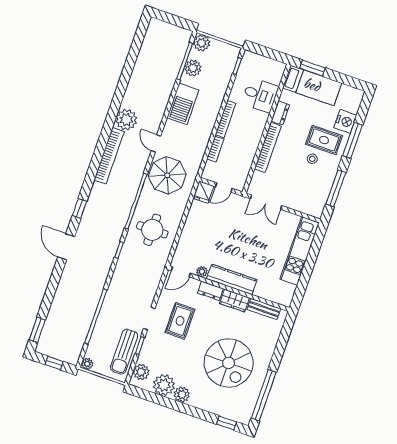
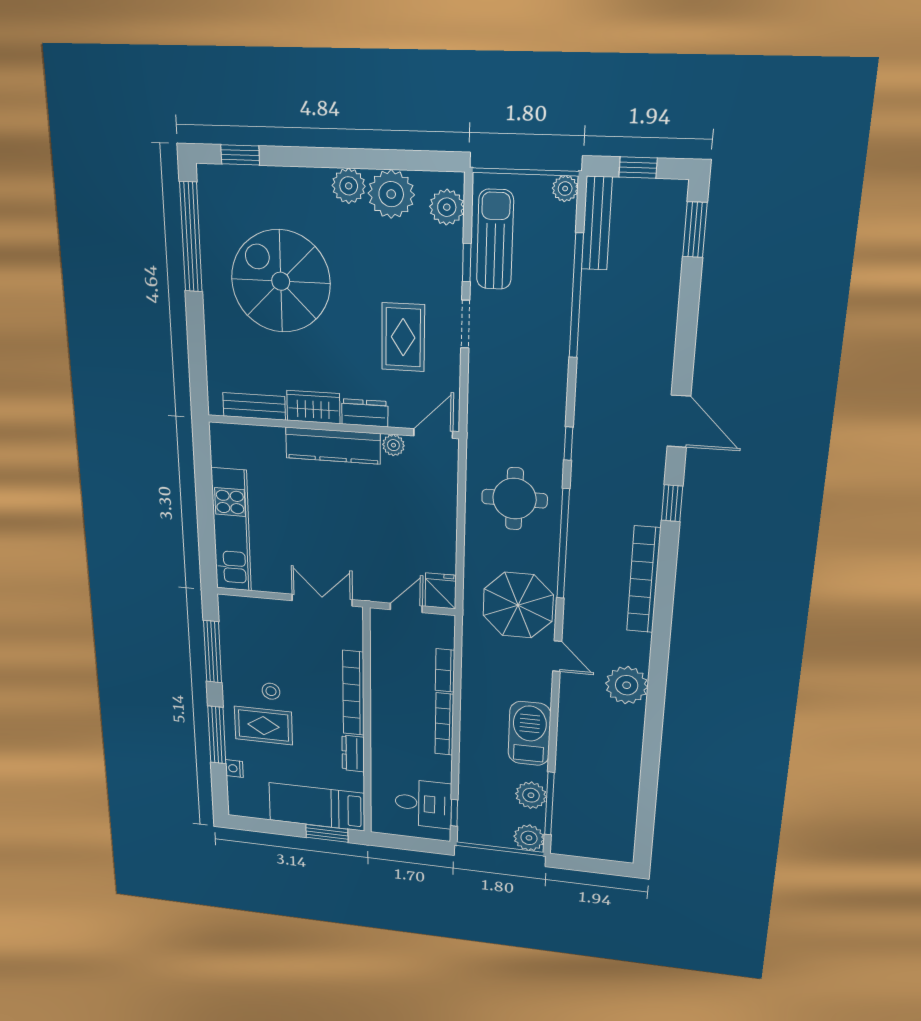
desk: (260, 95) -> (423, 804), moved, turned 180
nightstand: (345, 121) -> (234, 768), width x0.53, depth x0.56
bookcase: (109, 156) -> (644, 580), moved
bench: (78, 345) -> (597, 223), added

